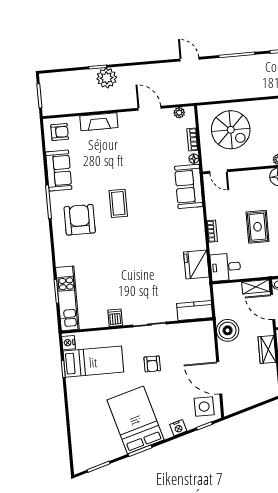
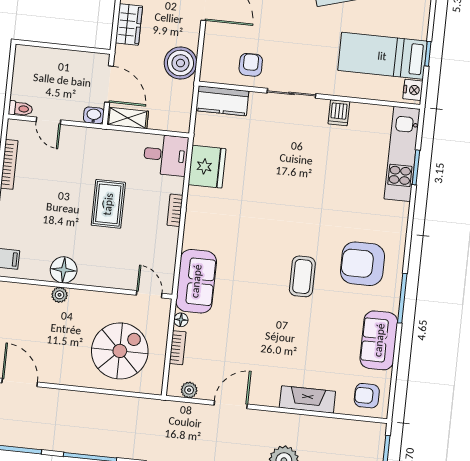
door: (149, 108) -> (231, 405), swing flipped
spiral stairs: (231, 130) -> (120, 351), turned 90
armchair: (80, 220) -> (362, 264), turned 90
armchair: (152, 364) -> (251, 65), moved

